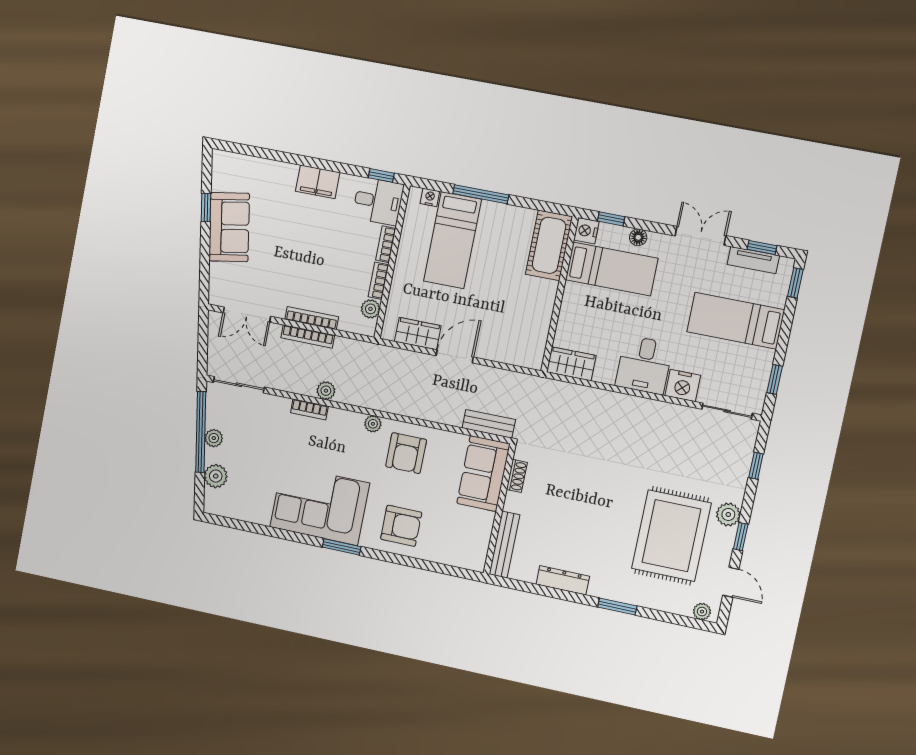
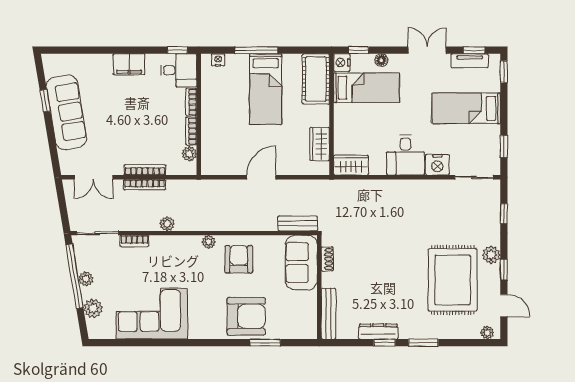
sofa: (229, 227) -> (66, 112), width x1.36
bed: (453, 240) -> (266, 89), moved
wardrobe: (418, 334) -> (320, 144), moved, turned -90
bookcase: (309, 409) -> (134, 241), moved
armchair: (406, 453) -> (239, 259), turned 180
corner sofa: (320, 505) -> (152, 314), moved
armchair: (401, 526) -> (246, 316), width x1.36, depth x1.36
window: (342, 547) -> (265, 343), moved
window: (568, 596) -> (385, 343), added

